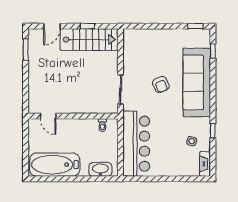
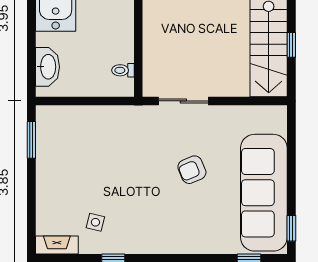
sofa: (197, 82) -> (264, 193), moved, turned -90
bar counter: (136, 144) -> (91, 128), removed
window: (143, 179) -> (31, 140), added

